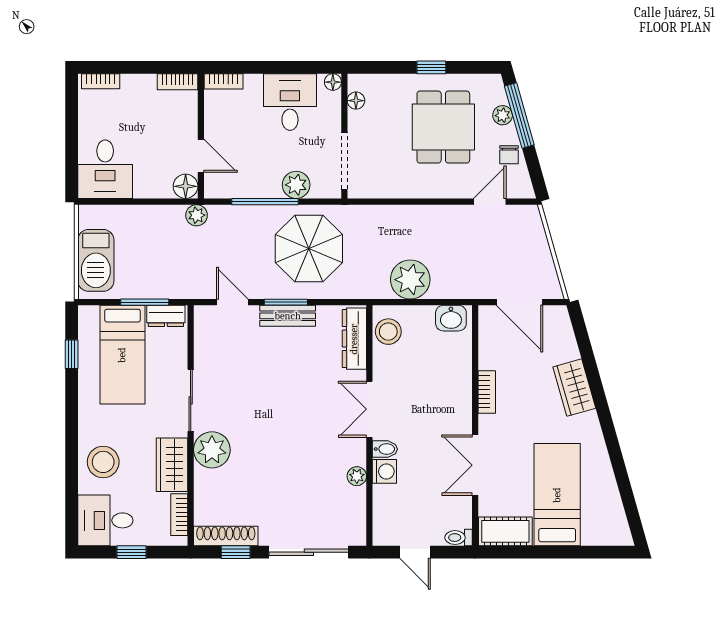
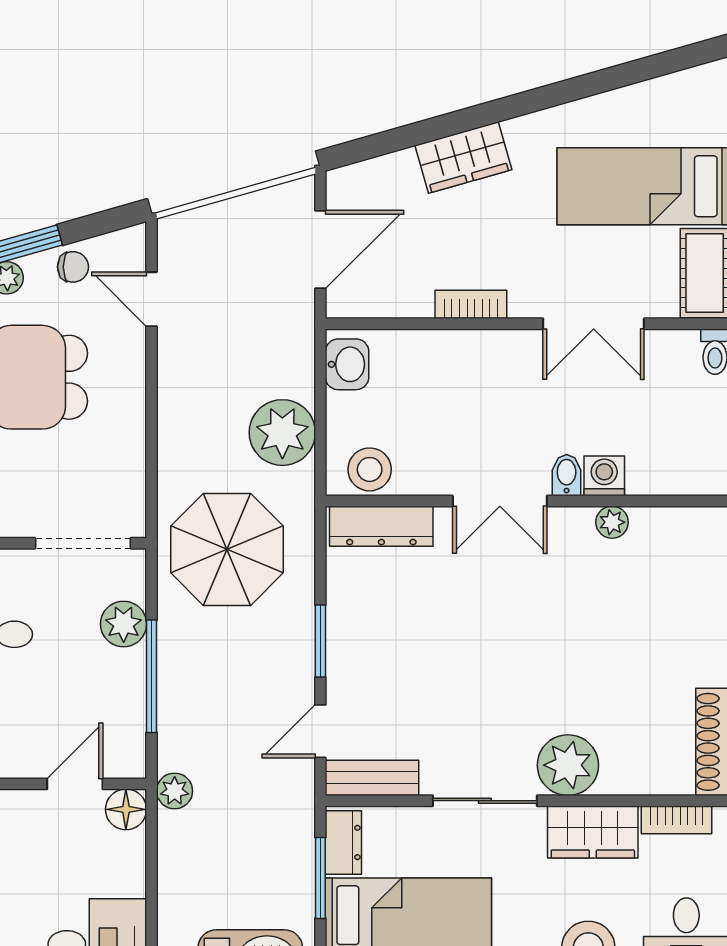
parasol: (309, 248) -> (227, 549), moved
bench: (288, 316) -> (372, 778), moved, turned 90

